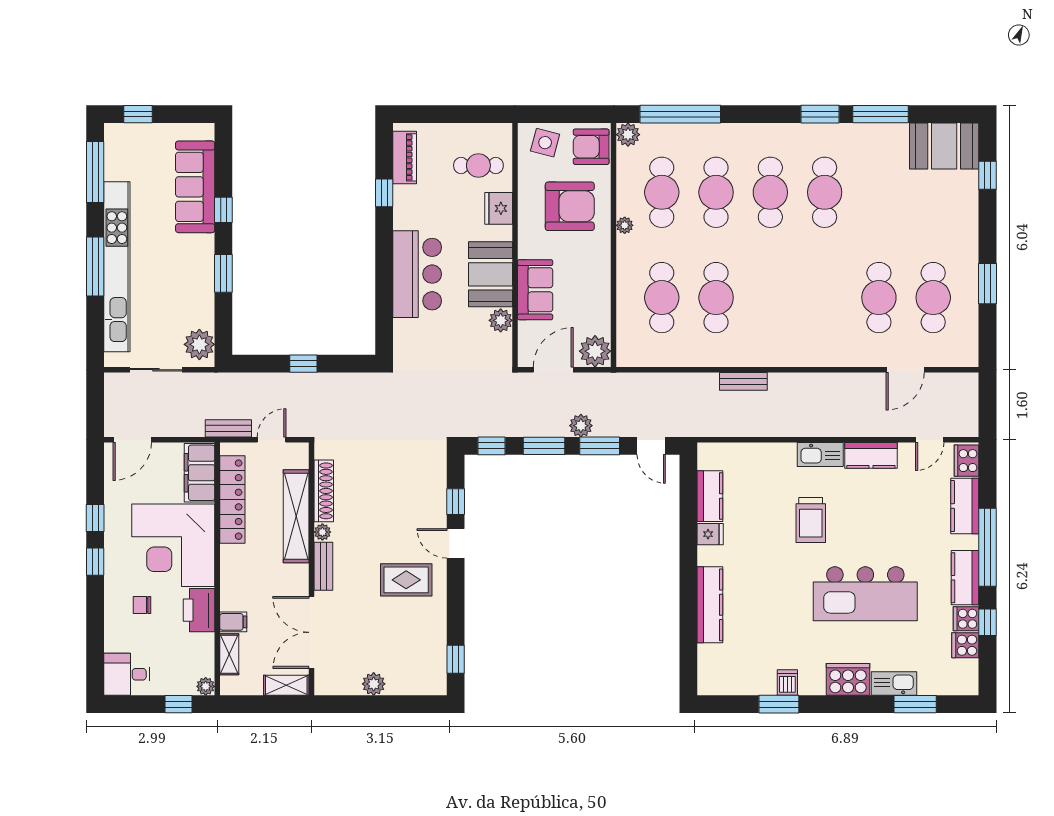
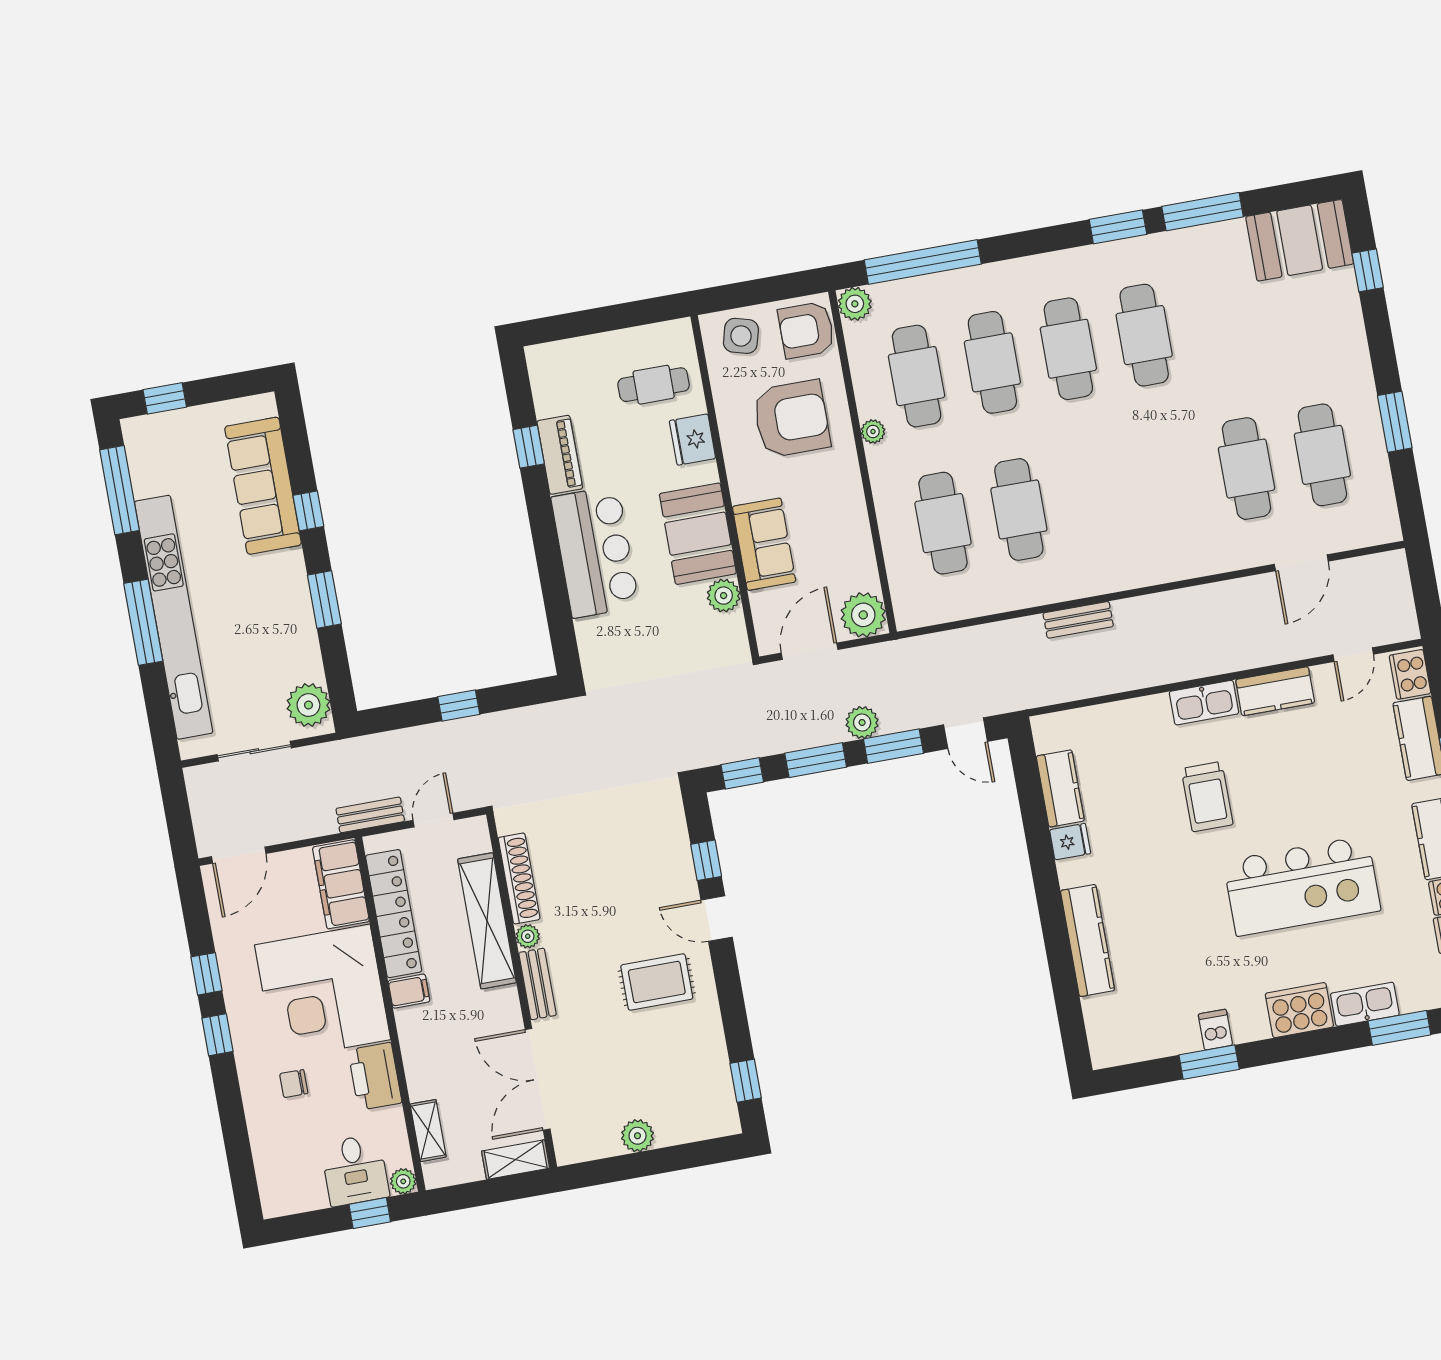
piano: (405, 157) -> (560, 455), moved
filing cabinet: (233, 622) -> (409, 991), moved
desk: (127, 674) -> (355, 1170), moved, turned -90

